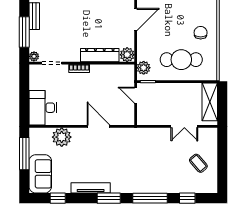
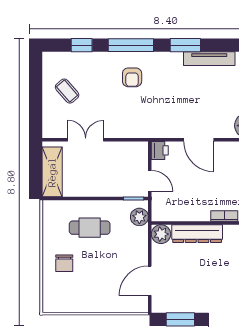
cafe table: (181, 60) -> (90, 228), width x0.73, depth x0.74
printer: (128, 118) -> (160, 150), added
armchair: (149, 174) -> (132, 77), added

